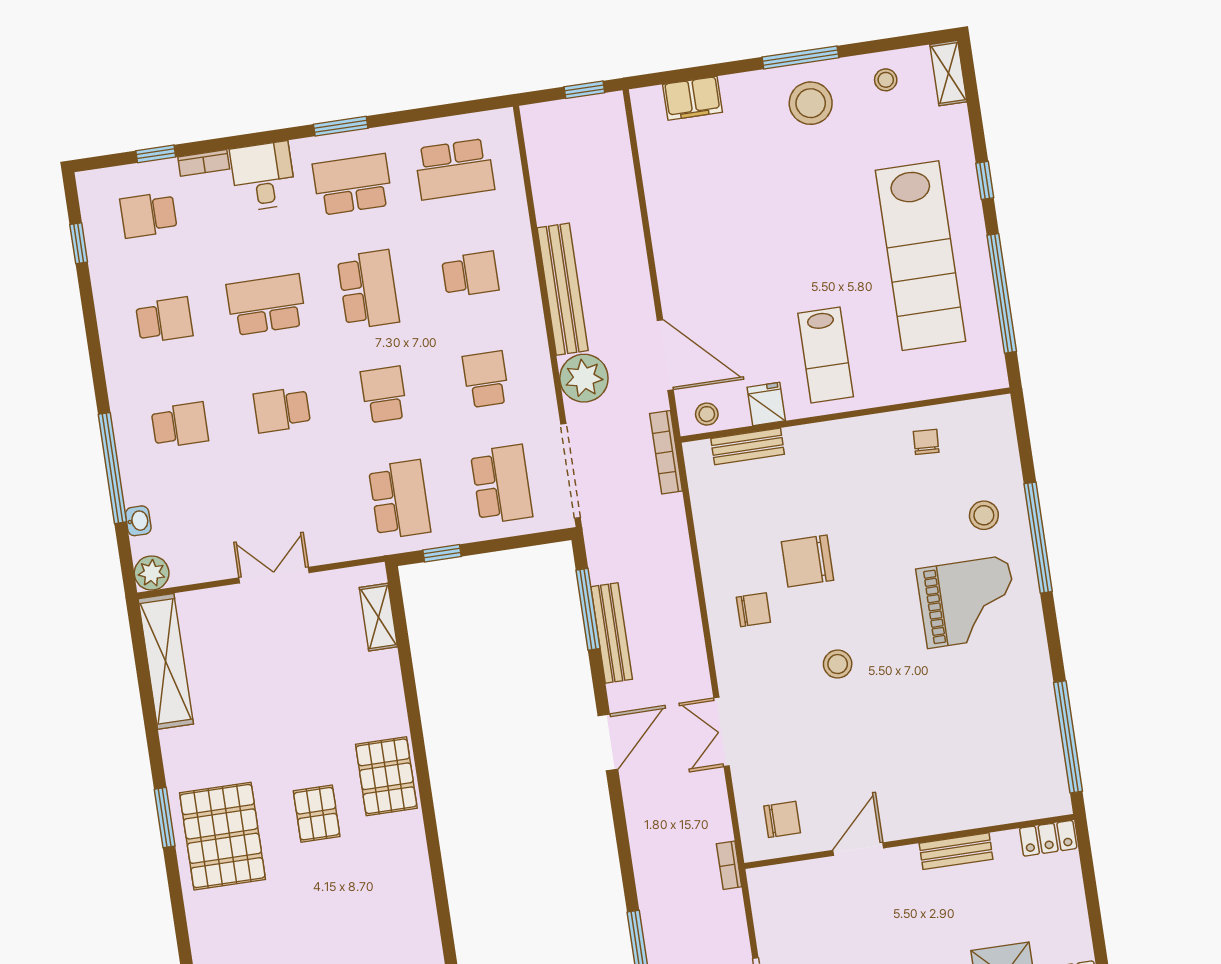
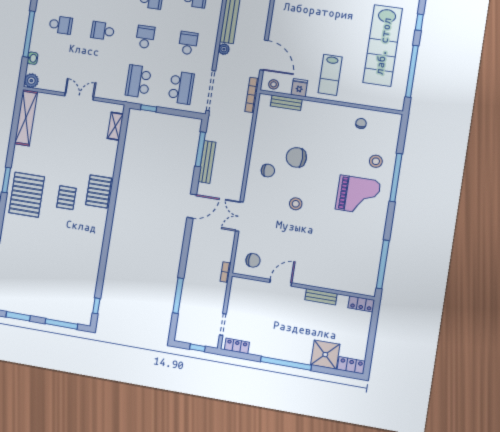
plant: (584, 378) -> (224, 49), width x0.53, depth x0.53
school desk: (400, 500) -> (138, 81), turned 180

